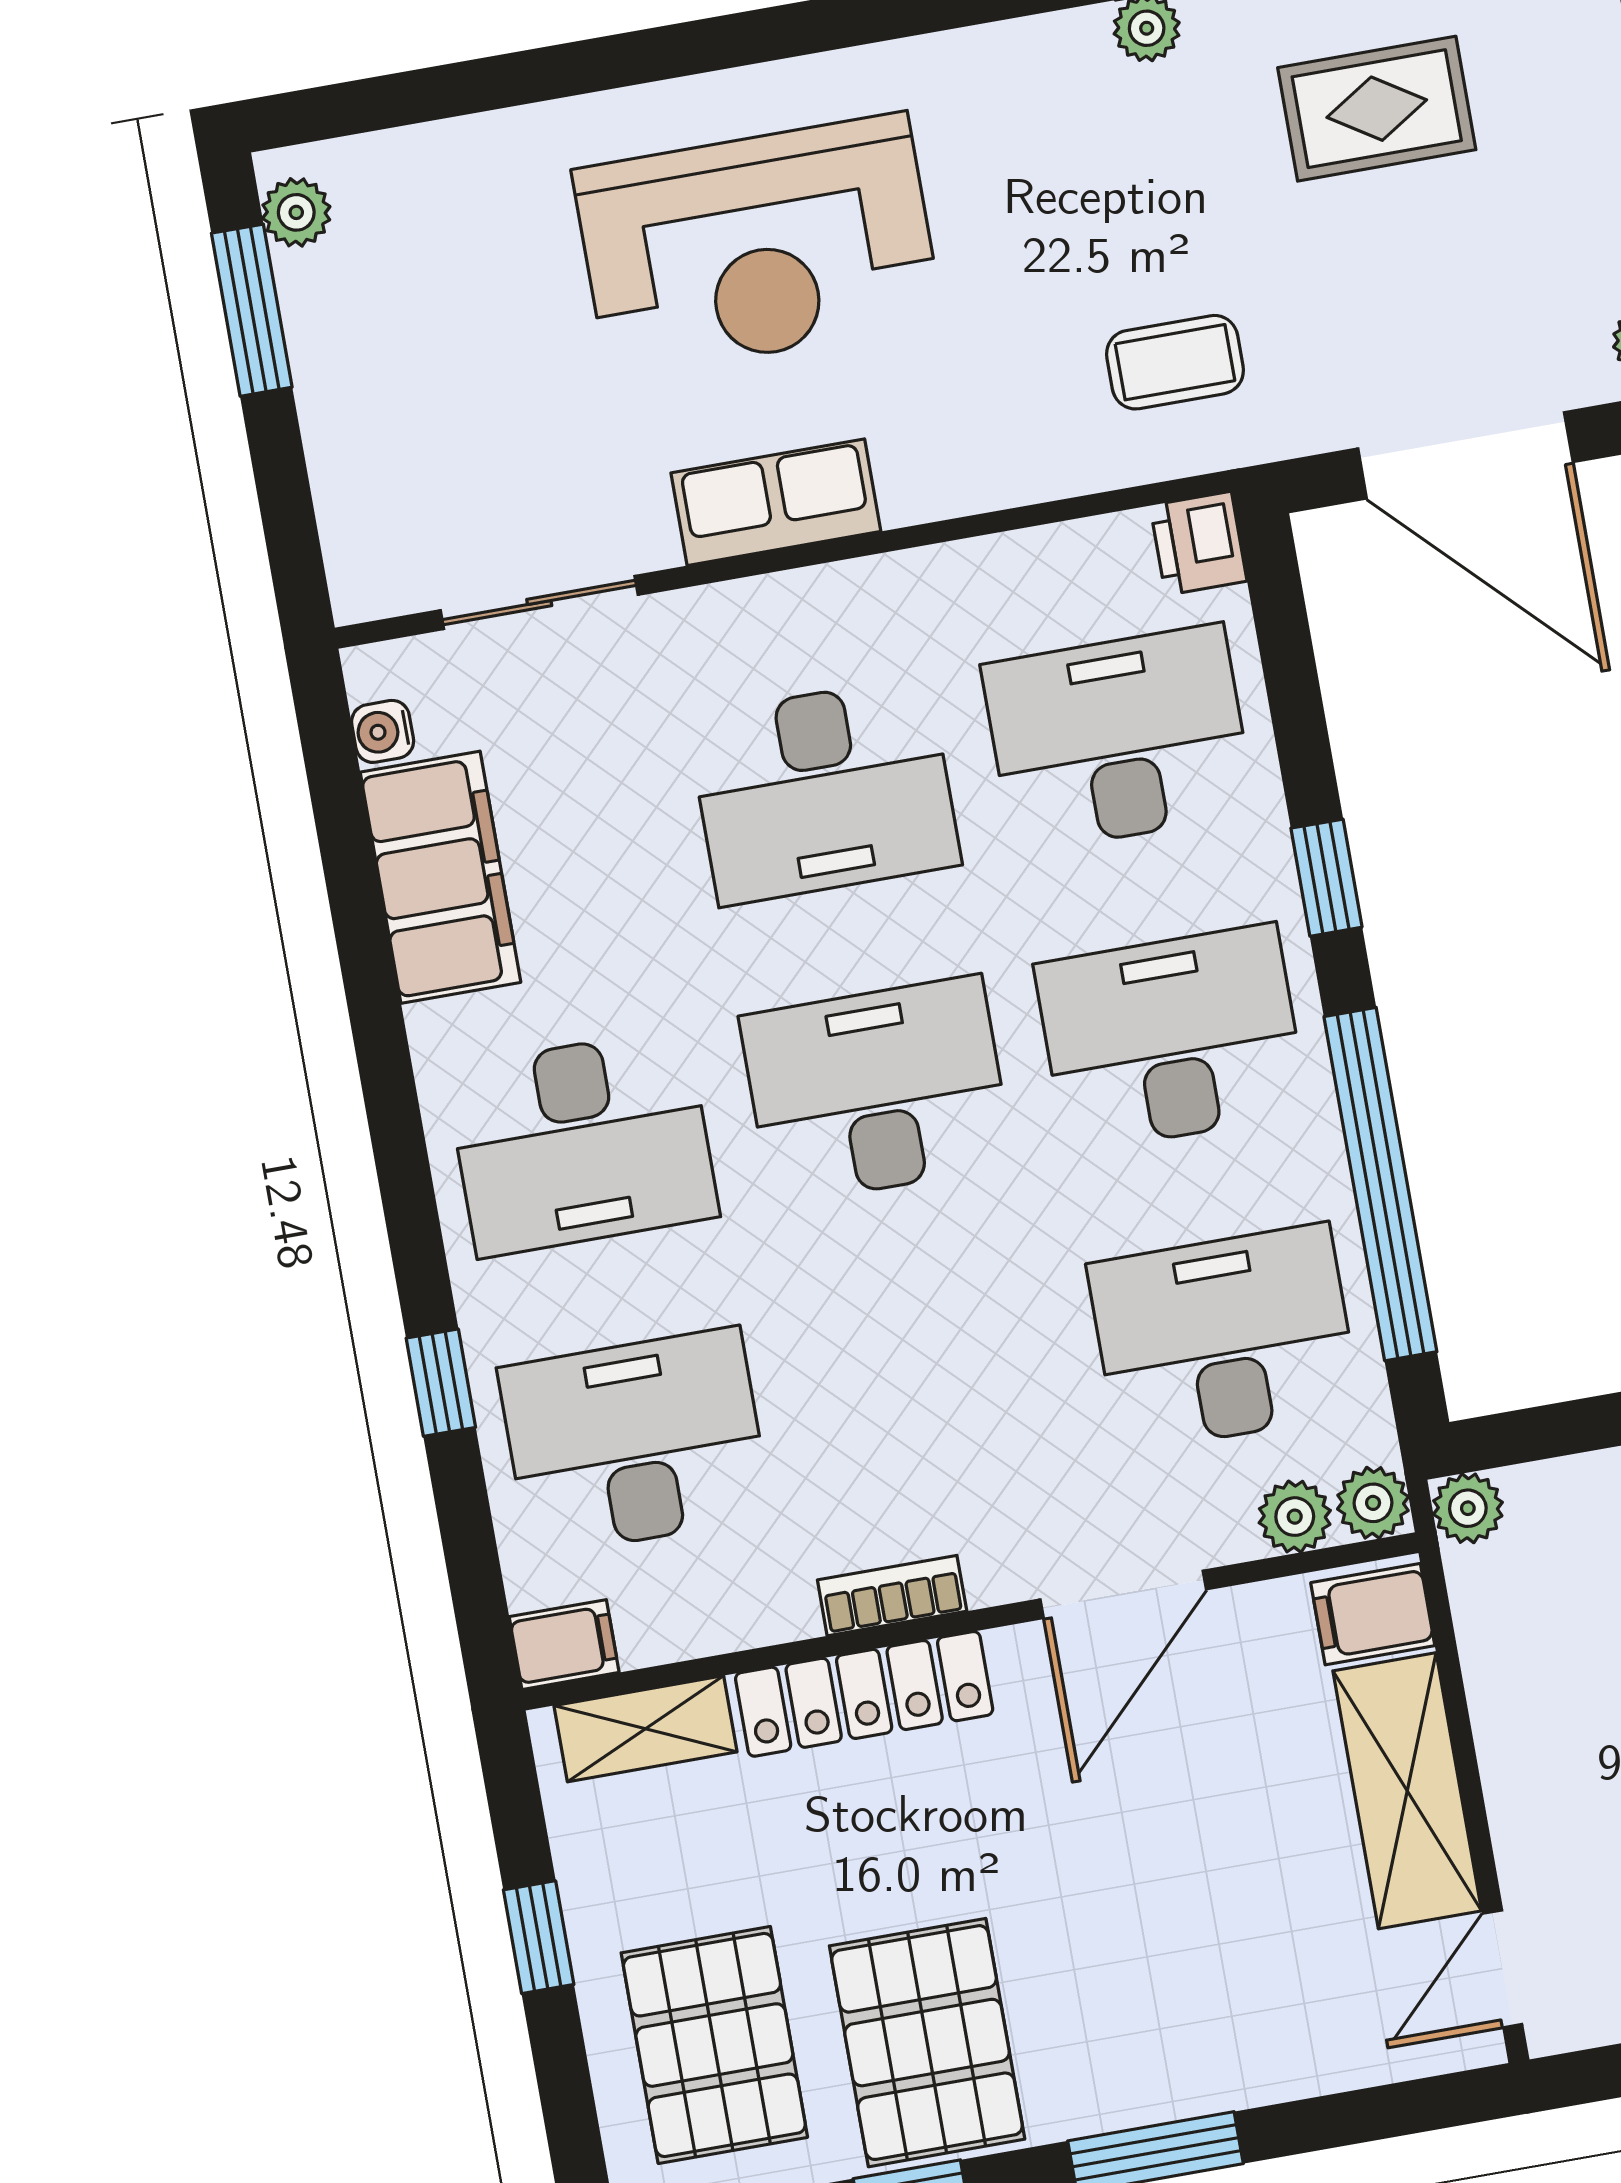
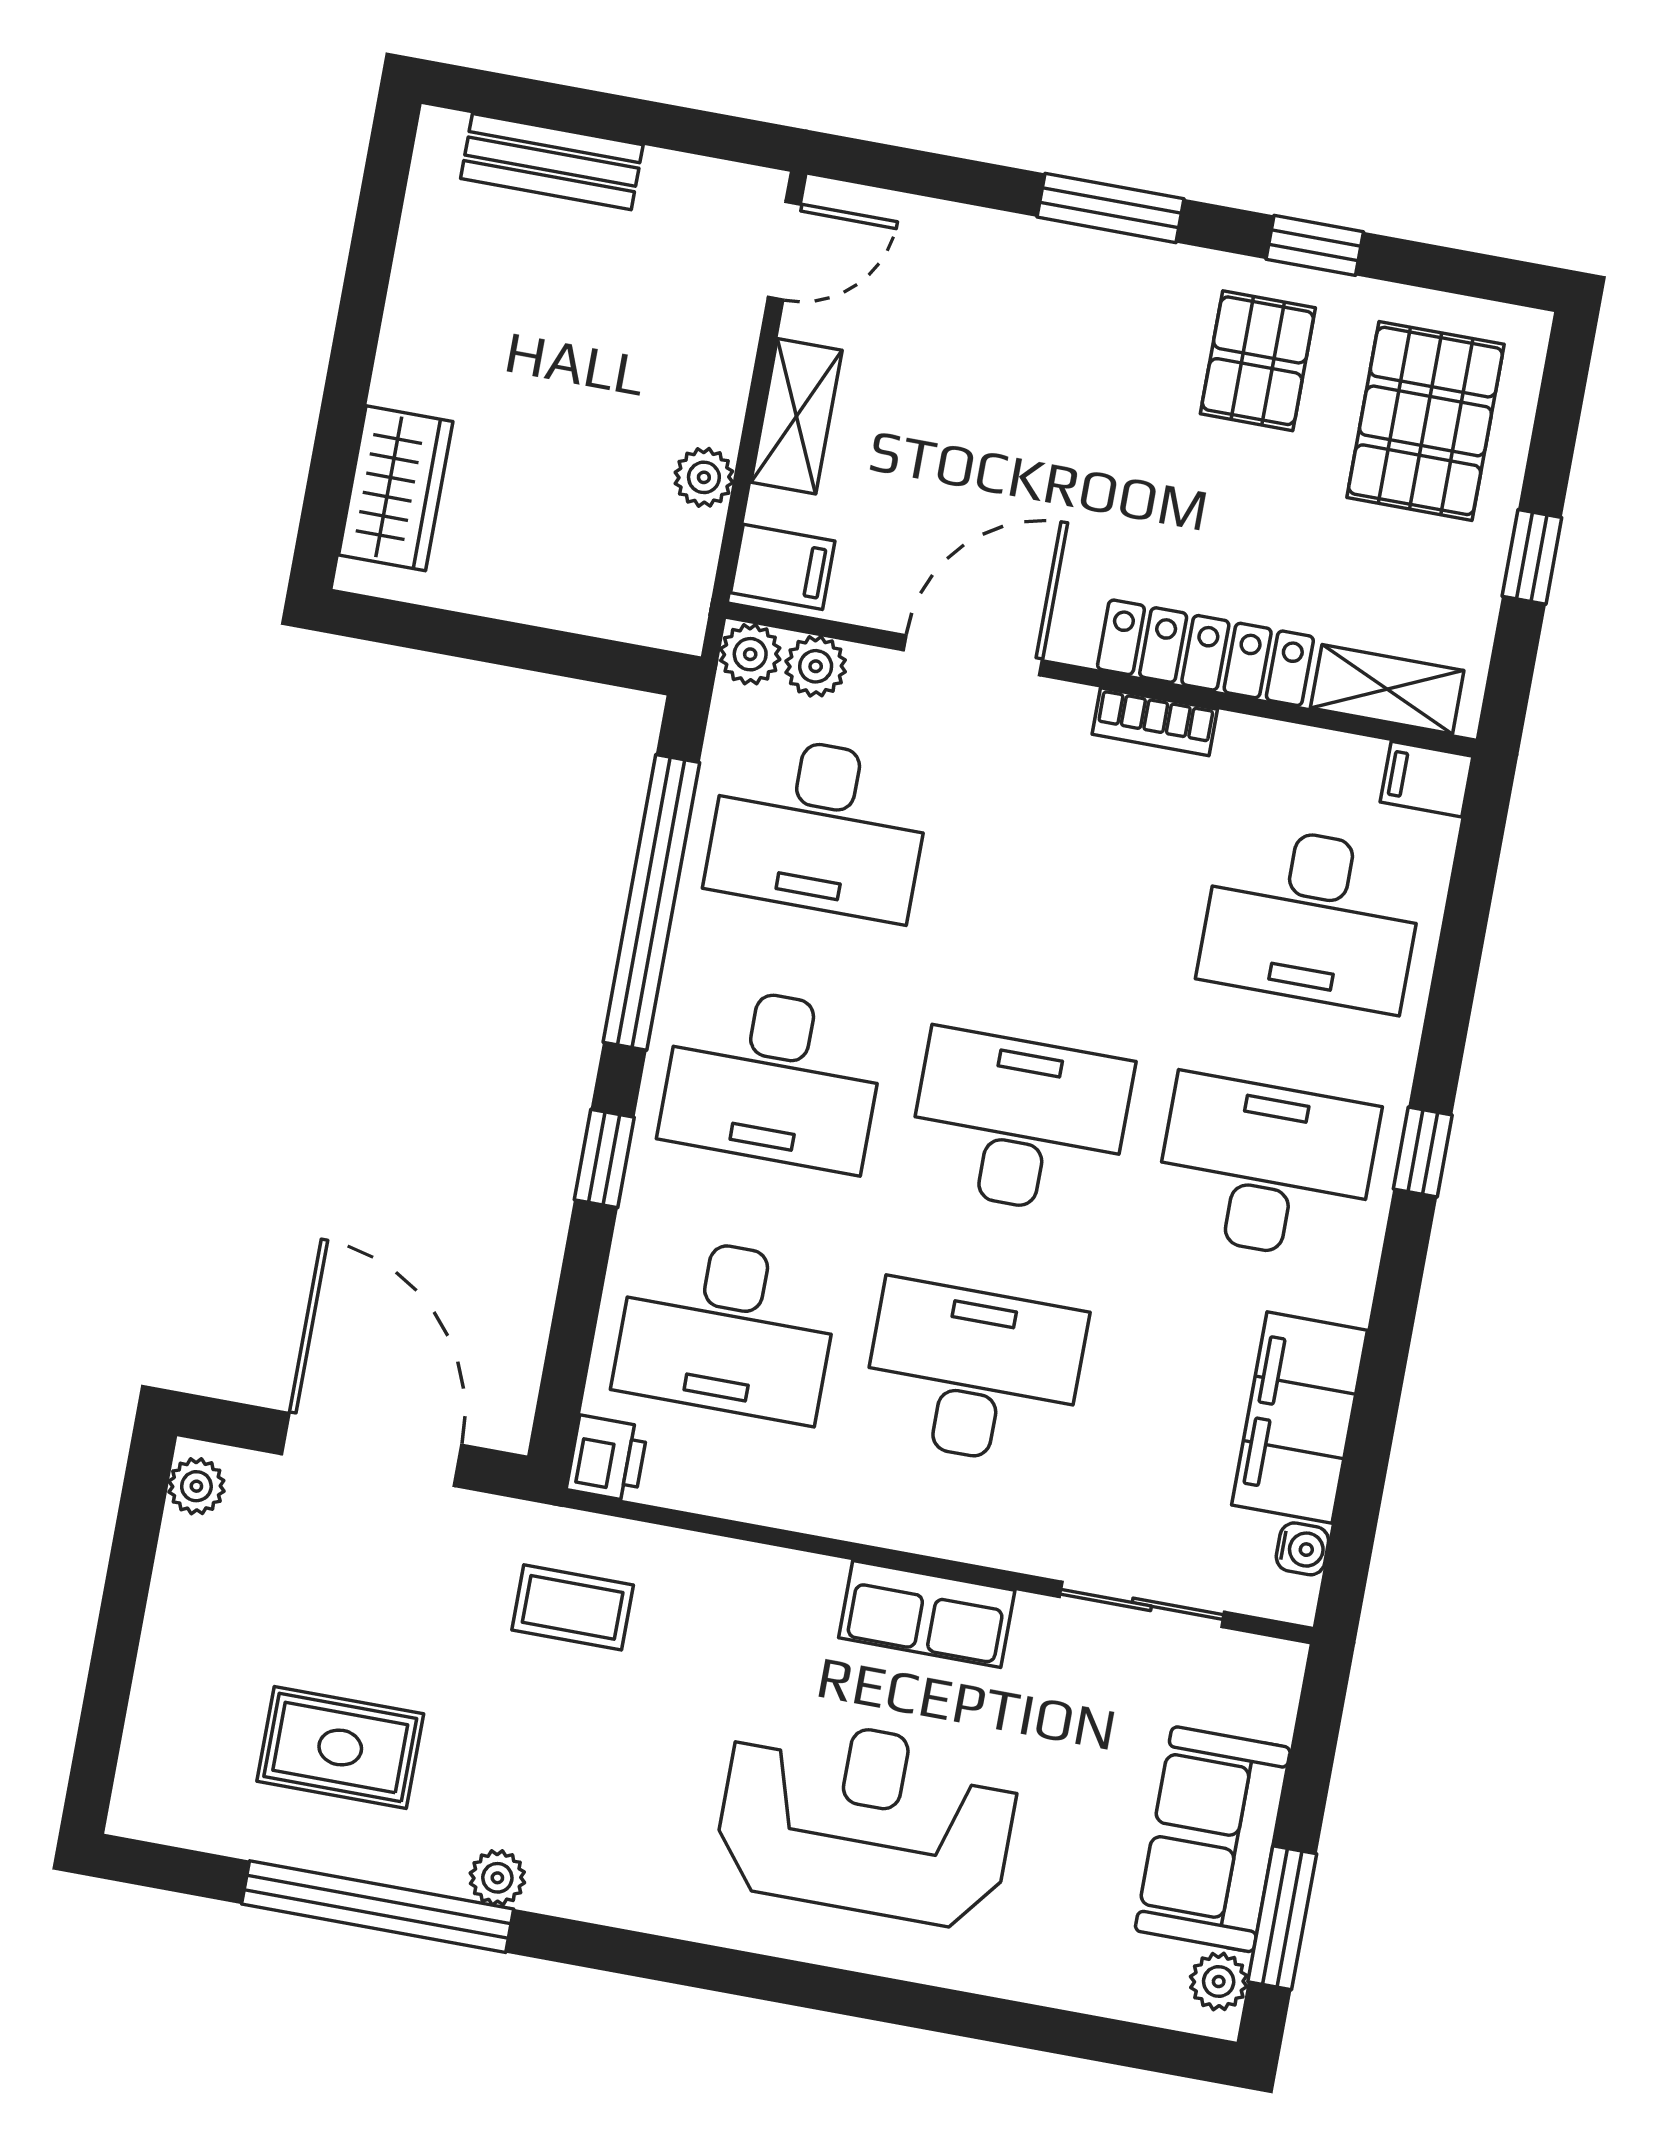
sofa: (362, 369) -> (1213, 1839), added
desk: (877, 1090) -> (1019, 1123), turned 180
window: (441, 1383) -> (1423, 1152), moved
plant: (1468, 1508) -> (704, 477), moved
shelving: (1407, 1791) -> (797, 416), width x0.67, depth x0.75
pallet: (927, 2043) -> (1258, 361), width x0.67, depth x0.71

